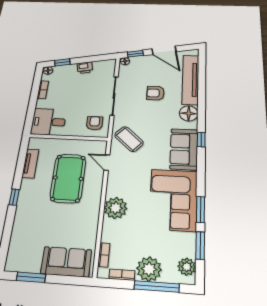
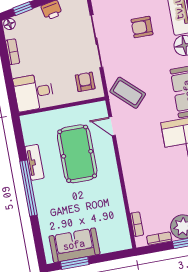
tv unit: (30, 163) -> (35, 162), moved
window: (14, 197) -> (29, 188), width x3.17
plant: (116, 208) -> (135, 174), removed
sofa: (66, 262) -> (74, 245), moved

